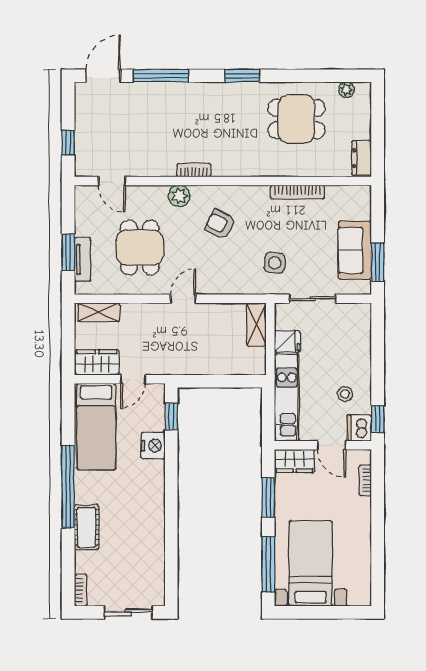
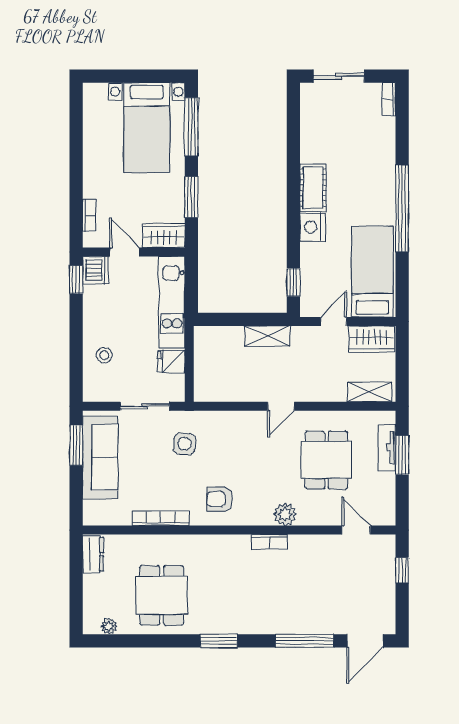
dining table: (297, 119) -> (162, 595), turned 90
armchair: (220, 224) -> (220, 499), moved, turned 153
sofa: (355, 250) -> (100, 457), width x1.36
shelving: (257, 324) -> (267, 336), moved, turned 90
stool: (345, 394) -> (104, 355), moved
nightstand: (153, 446) -> (313, 227), moved
cot: (87, 527) -> (313, 188), moved

